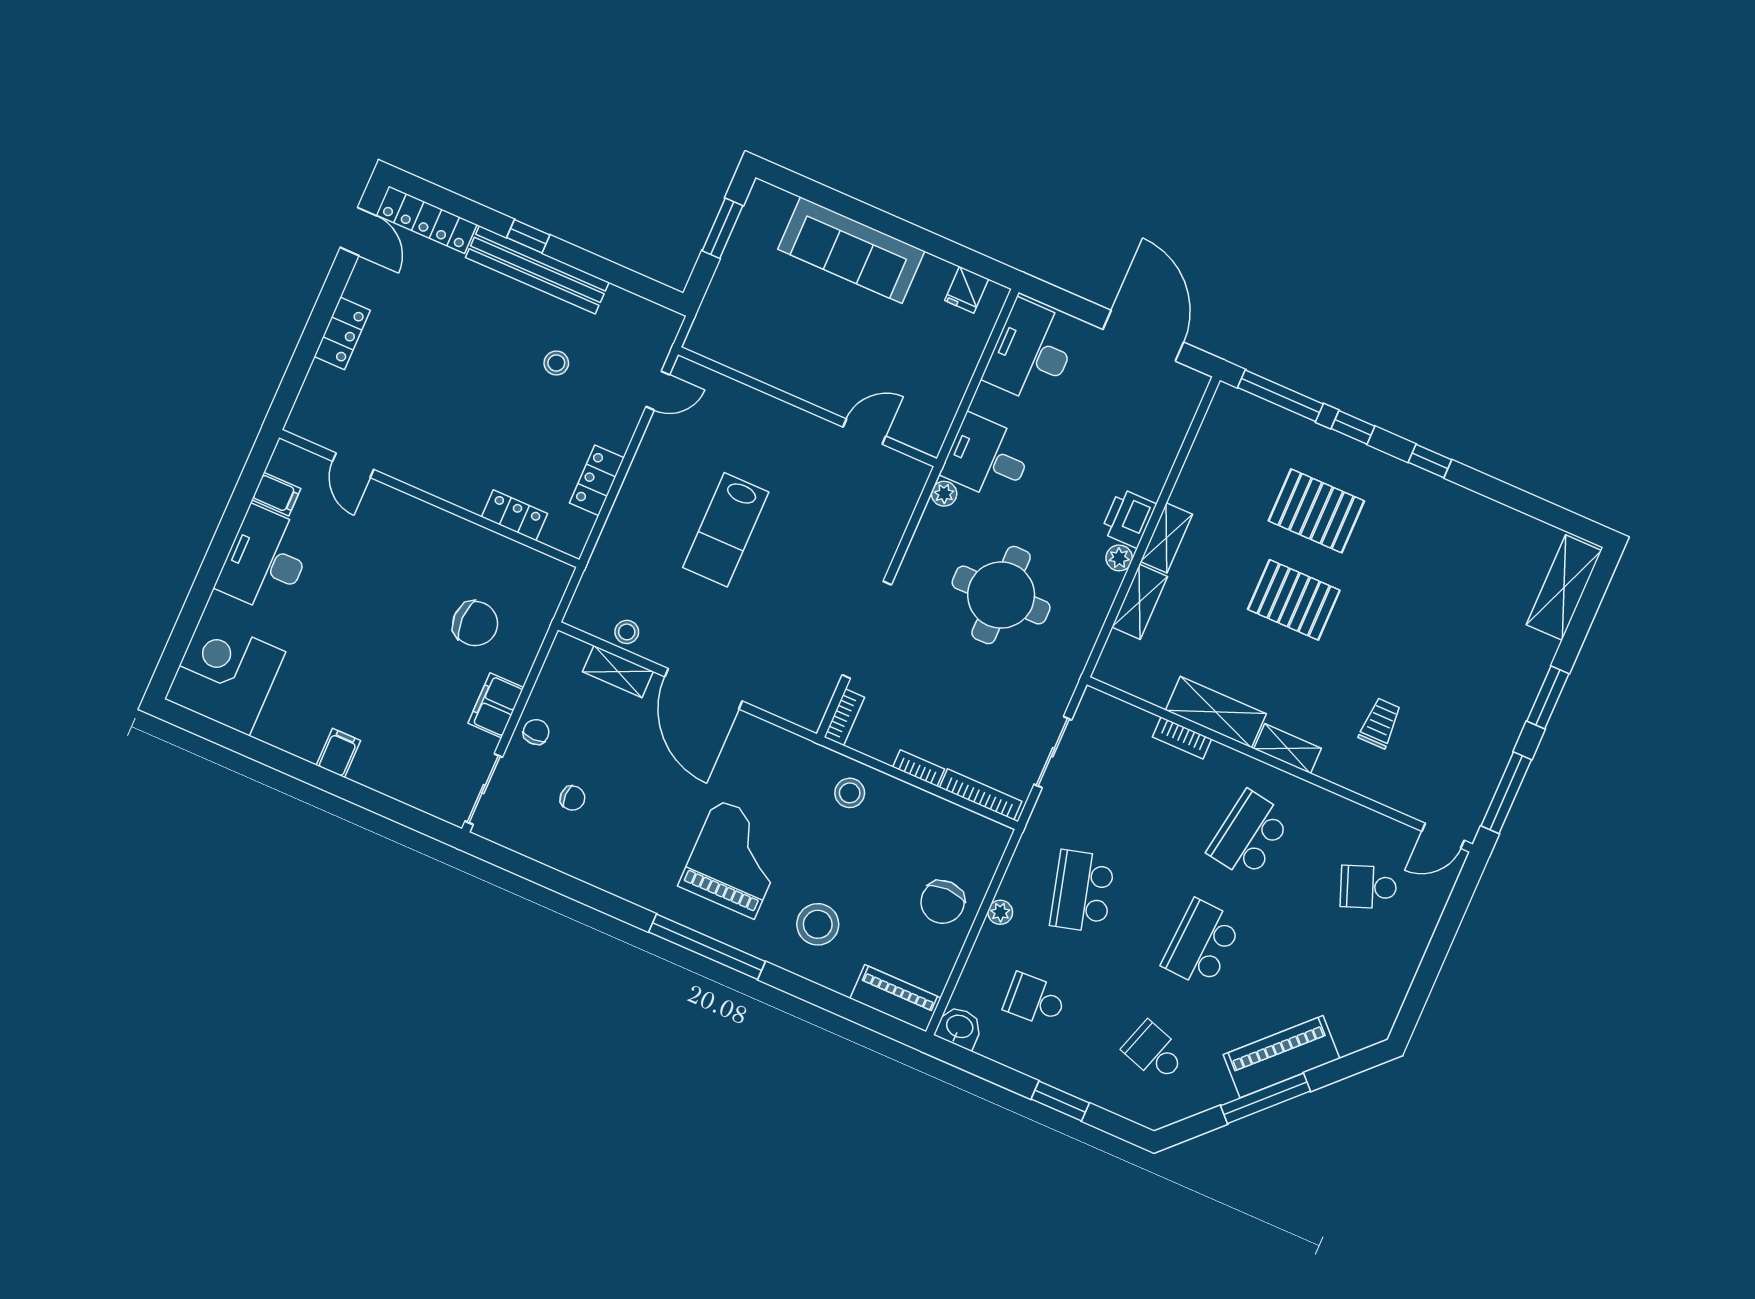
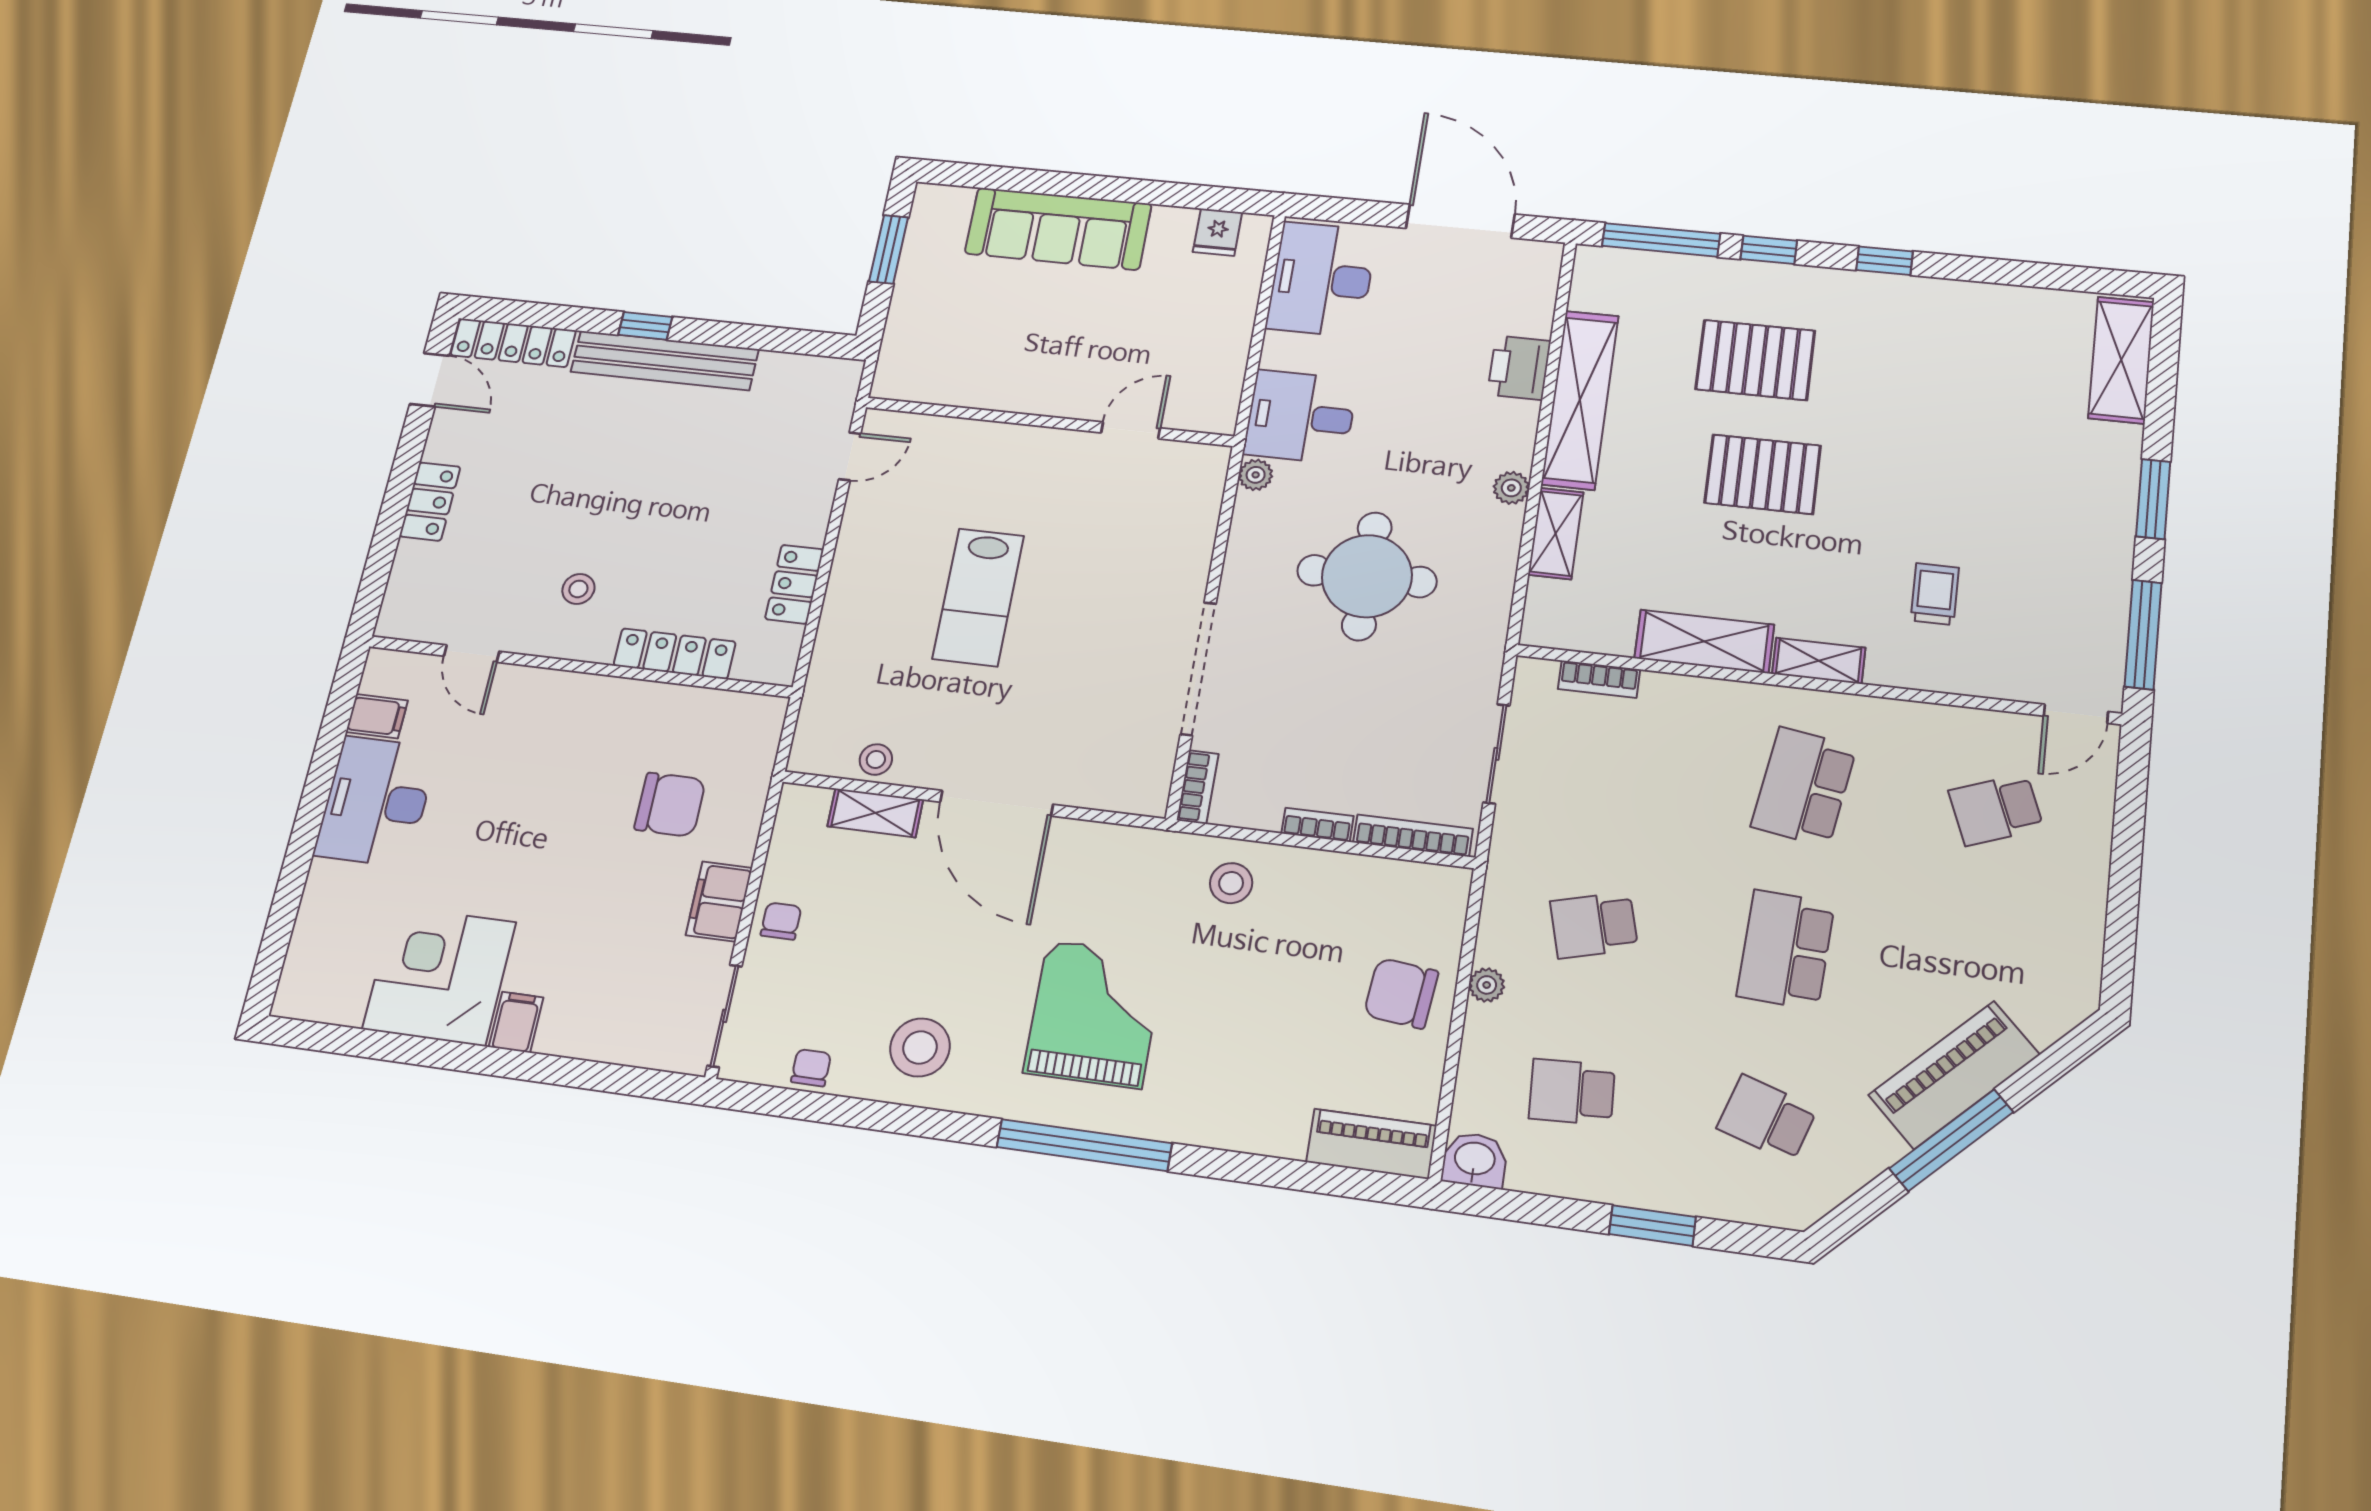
stool: (556, 363) -> (578, 589), moved
locker: (514, 515) -> (675, 654), width x1.53
printer: (1129, 518) -> (1519, 368), moved
shelving: (1166, 538) -> (1580, 400), width x2.20, depth x1.33
corner desk: (225, 675) -> (439, 976), moved
bookcase: (1182, 738) -> (1599, 679), moved
chair: (572, 798) -> (811, 1068), moved, turned -90
school desk: (1082, 891) -> (1594, 925), width x0.54
chair: (943, 902) -> (1401, 993), turned 96
stool: (818, 924) -> (920, 1047), moved

